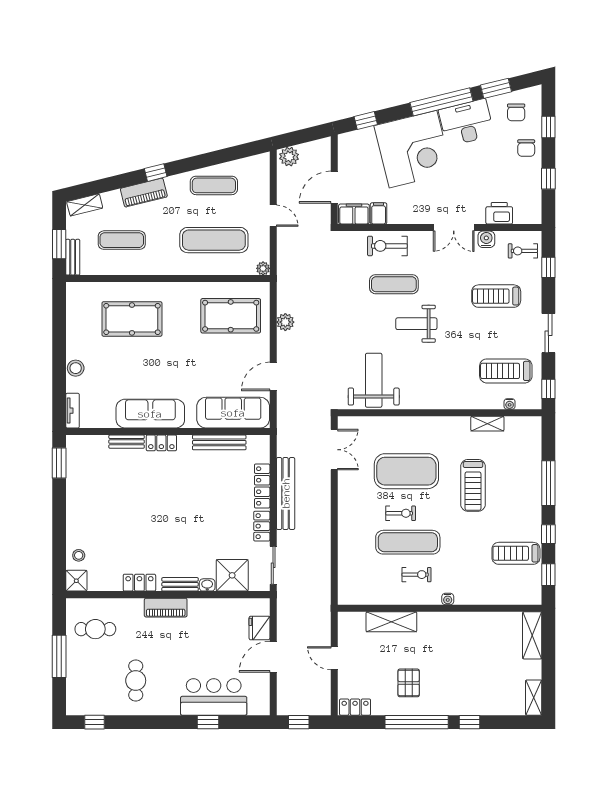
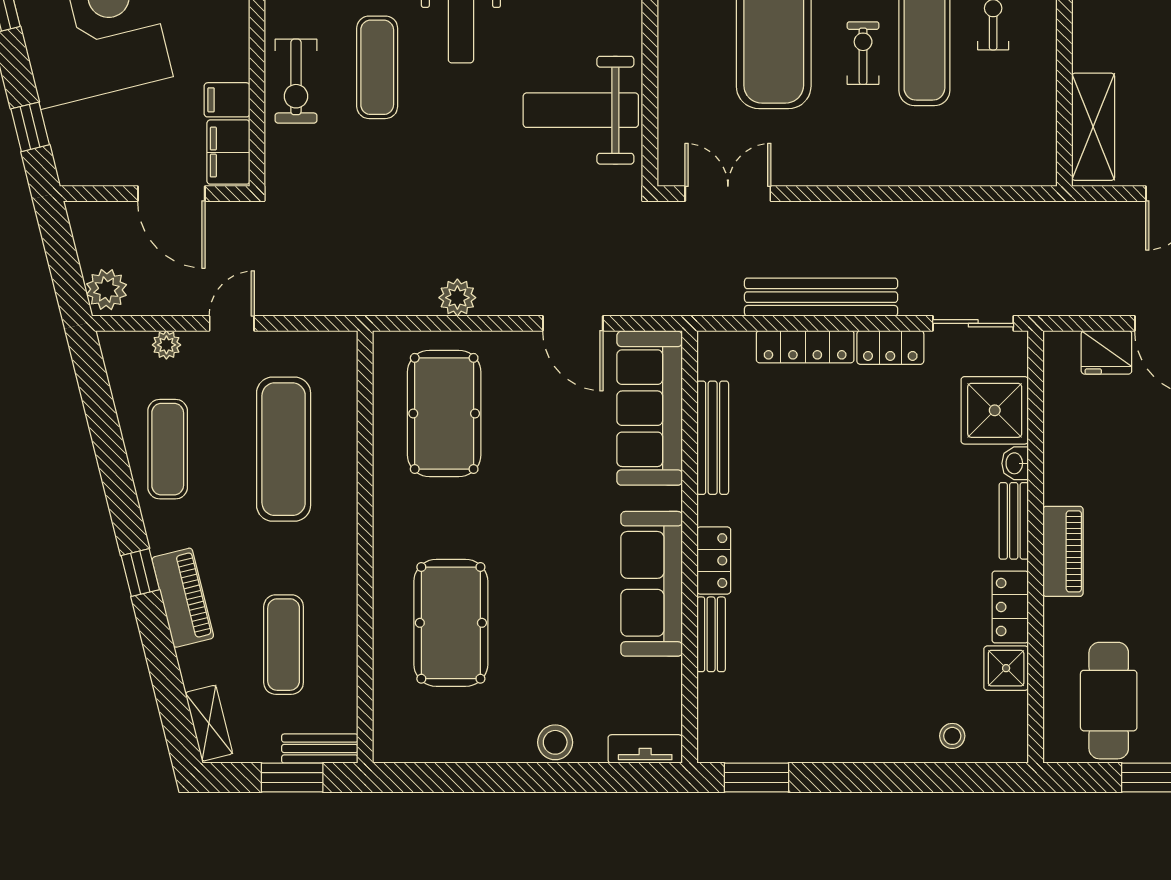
plant: (263, 268) -> (166, 345), moved
shower: (76, 581) -> (1006, 668), moved
shelving: (391, 622) -> (1093, 127), moved
cafe table: (95, 629) -> (1109, 701), width x1.37, depth x1.35

